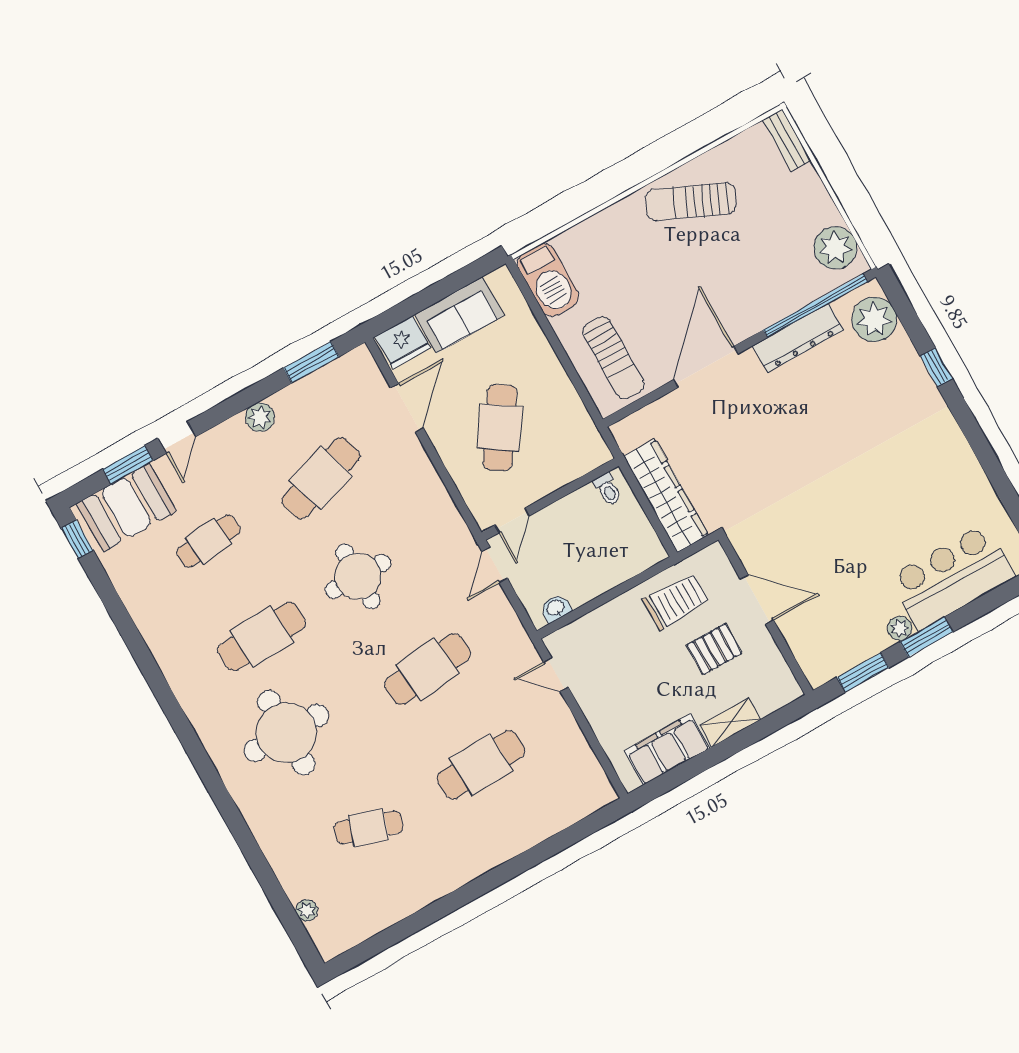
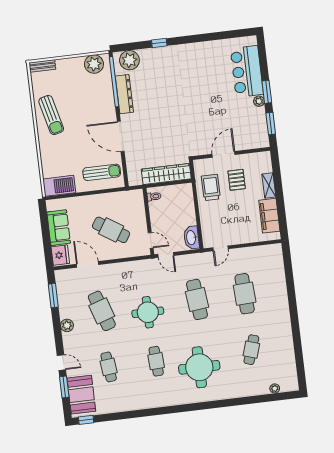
sun lounger: (691, 202) -> (51, 115), turned -38
washbasin: (556, 608) -> (191, 238), width x1.91, depth x1.45
cafe table: (262, 636) -> (156, 361), width x0.73, depth x0.74

